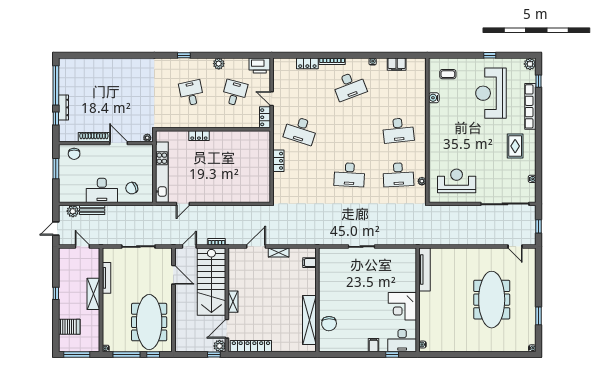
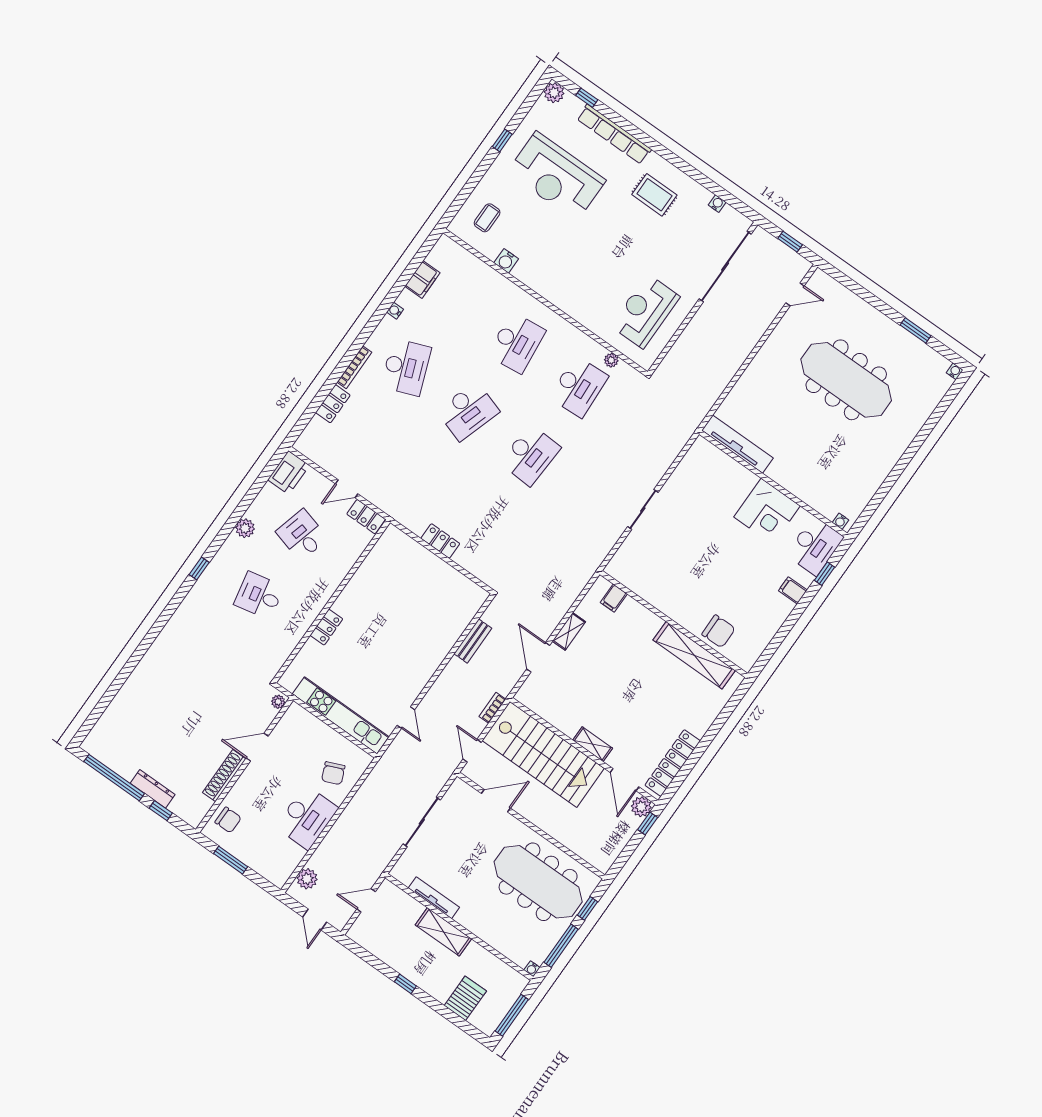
desk: (301, 130) -> (468, 411), moved
bench: (92, 210) -> (473, 641), moved

